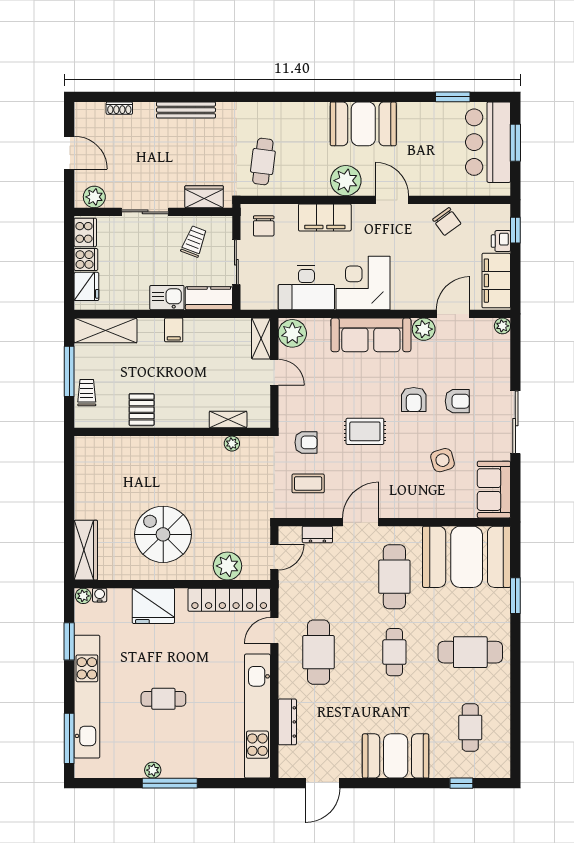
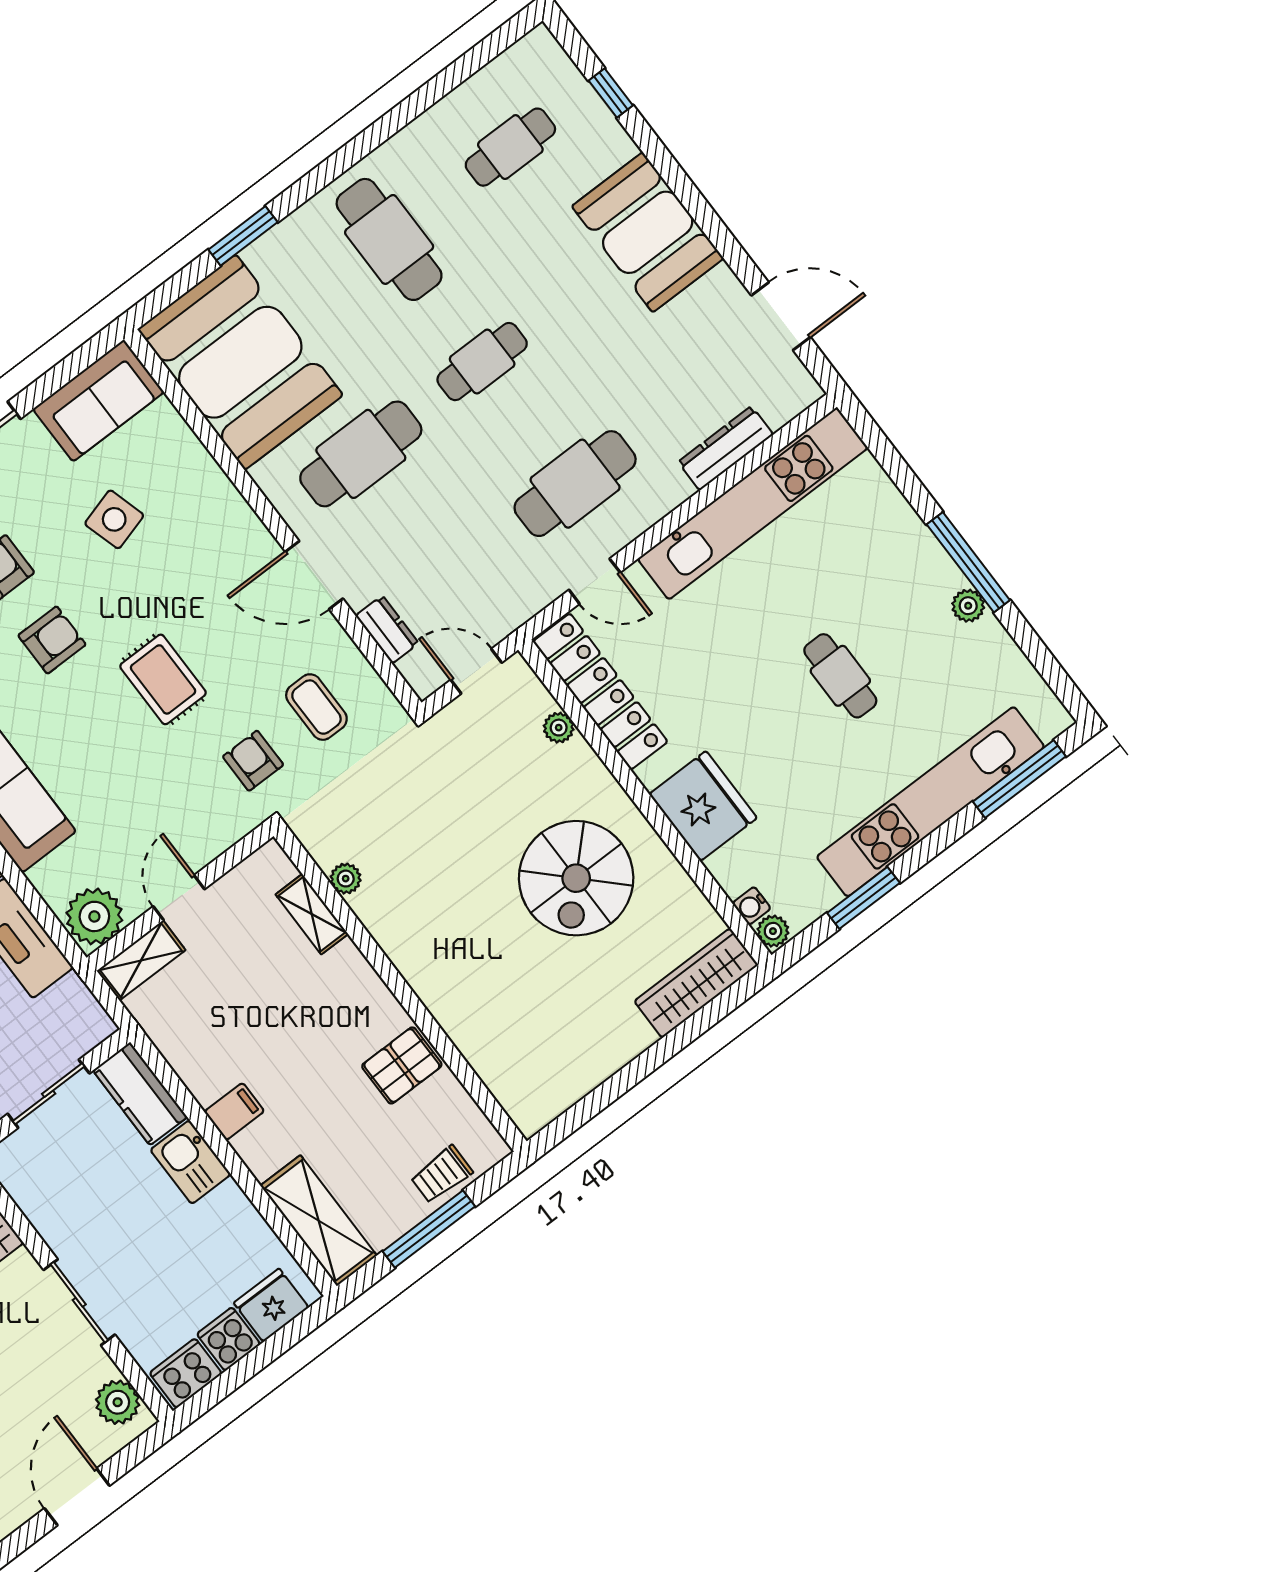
trolley: (194, 241) -> (67, 1187), removed
plant: (227, 566) -> (559, 728), width x0.53, depth x0.53

